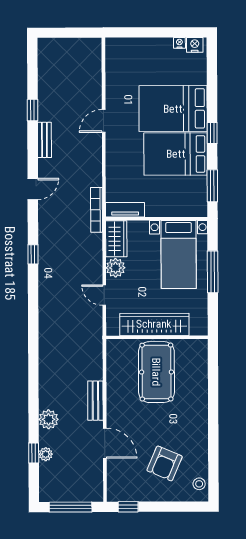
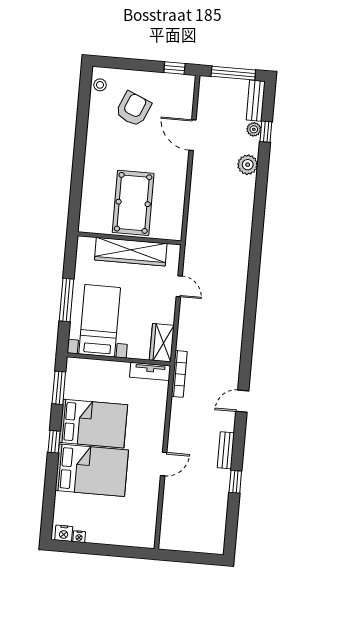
window: (33, 254) -> (248, 334), removed
plant: (115, 268) -> (165, 313), removed
bench: (95, 401) -> (256, 101), moved

